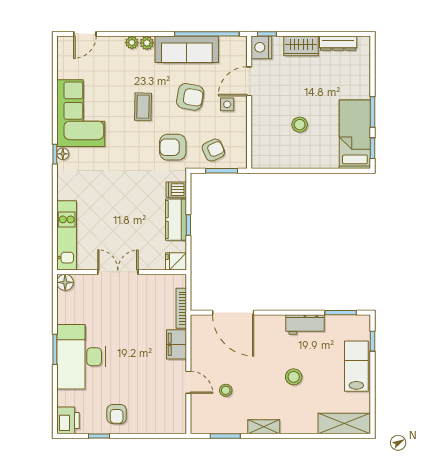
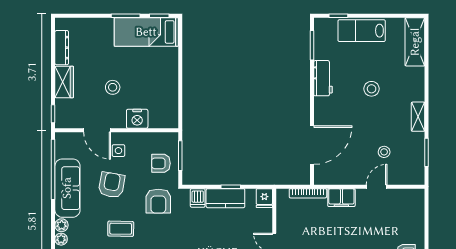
nightstand: (261, 47) -> (137, 119), moved
stool: (300, 125) -> (113, 87), moved
armchair: (213, 150) -> (161, 163), turned -66

